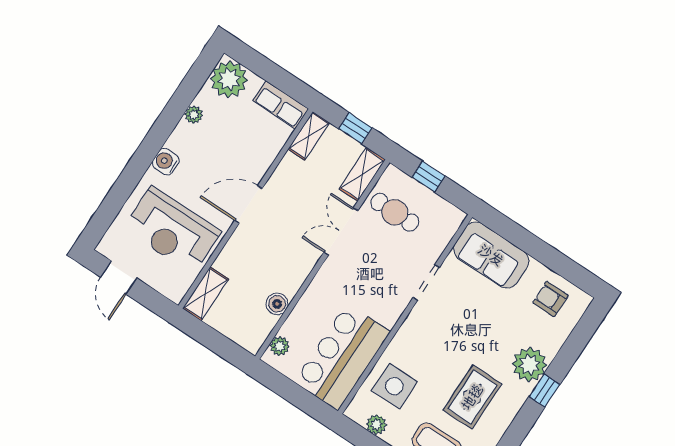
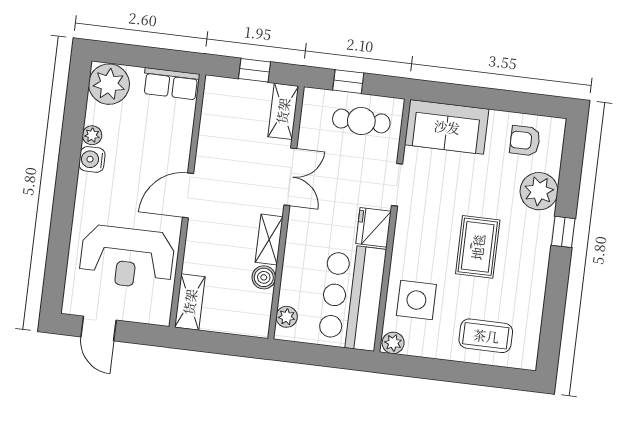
shelving: (309, 136) -> (269, 240), moved
water cooler: (166, 162) -> (92, 159), moved
cafe table: (395, 212) -> (361, 121), moved
double door: (341, 231) -> (290, 177), swing flipped
fridge: (389, 308) -> (374, 227), added
plant: (529, 364) -> (539, 191), moved
rug: (472, 397) -> (478, 247), moved
plant: (376, 425) -> (393, 343), moved

